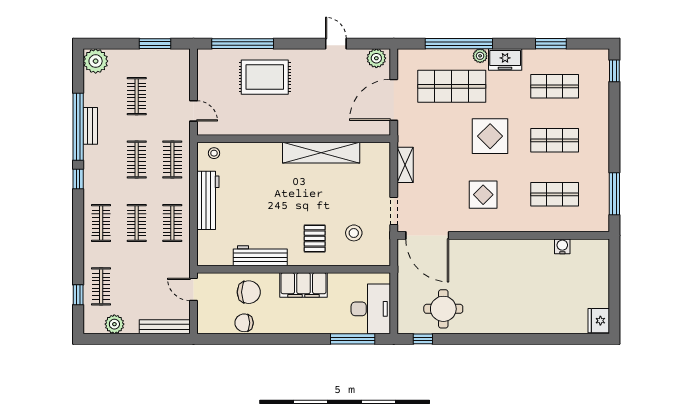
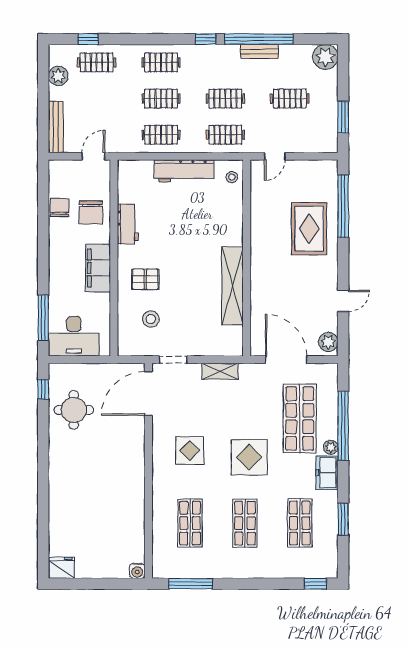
water cooler: (562, 246) -> (137, 571), moved, turned 90
workbench: (260, 256) -> (128, 224), width x0.73

